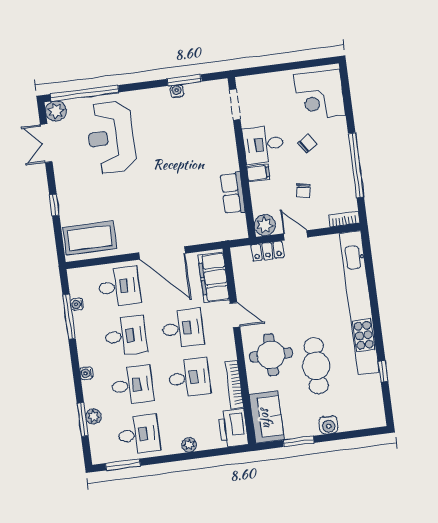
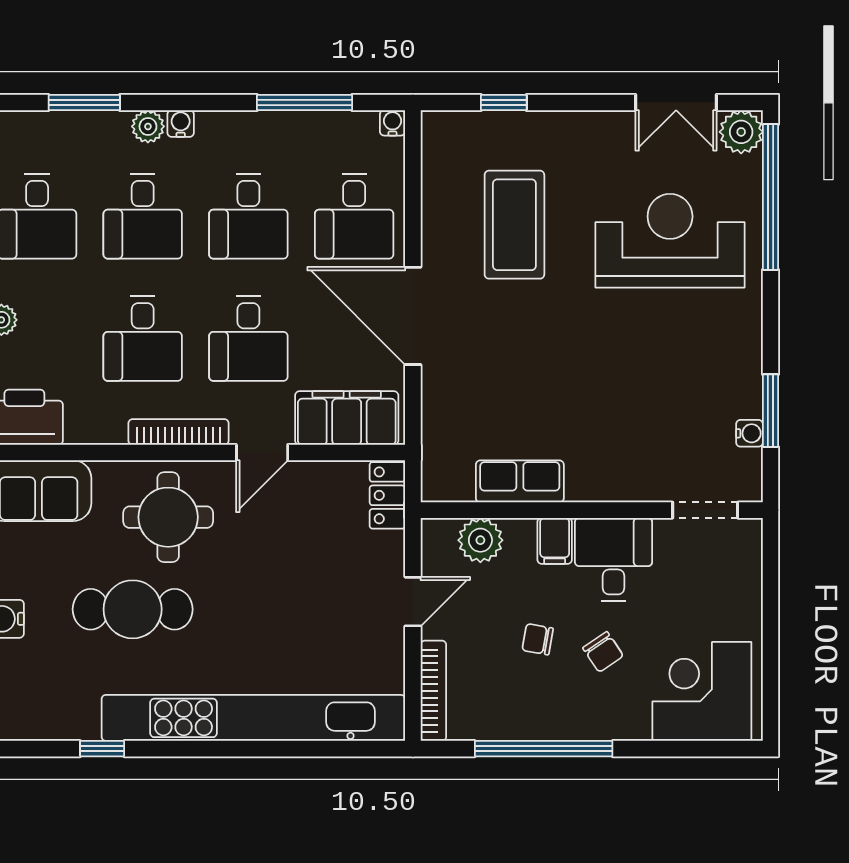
water cooler: (177, 91) -> (749, 433), moved
double door: (46, 143) -> (676, 102), swing flipped
chair: (303, 191) -> (538, 639), moved
window: (54, 205) -> (504, 102), moved
bookcase: (344, 219) -> (433, 691), width x1.56
plant: (265, 225) -> (480, 540), moved
coffee table: (90, 238) -> (514, 225), moved
locker: (267, 251) -> (387, 495), moved
door: (162, 253) -> (413, 316), hinge flipped
water cooler: (77, 304) -> (392, 123), moved
bookcase: (234, 384) -> (179, 432), moved
plant: (94, 416) -> (148, 126), moved

